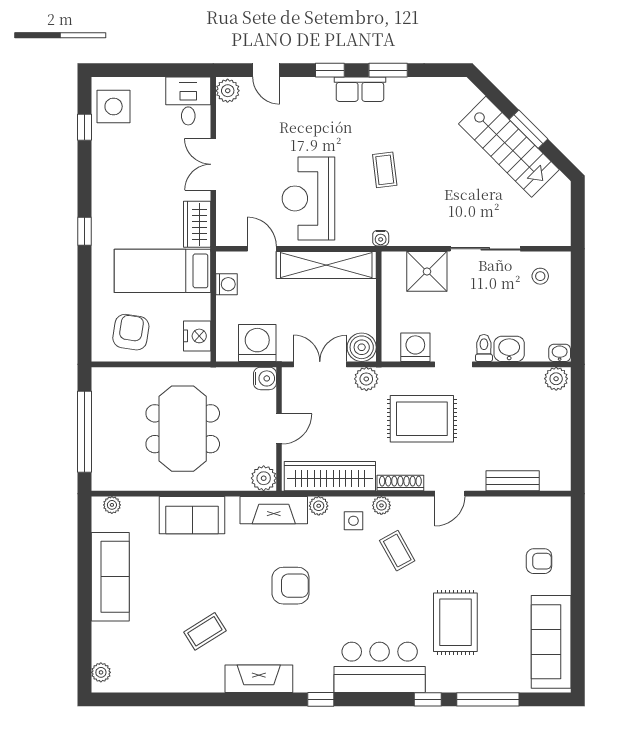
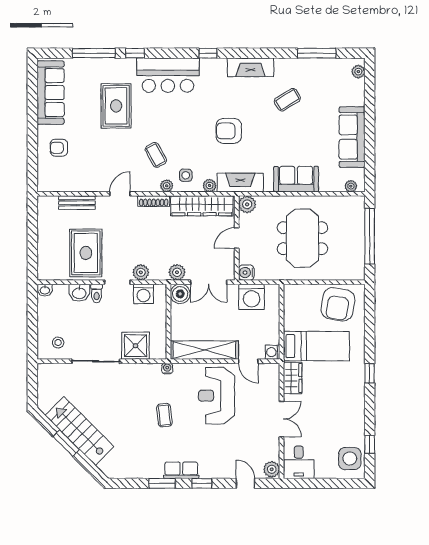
reception desk: (309, 198) -> (216, 396), turned 180
washing machine: (227, 284) -> (273, 352), moved
armchair: (131, 332) -> (338, 304), width x1.36, depth x1.36
nightstand: (197, 336) -> (293, 302), removed
plant: (556, 379) -> (141, 272), moved
rug: (422, 419) -> (86, 253), moved, turned 90
window: (162, 699) -> (317, 53), added

